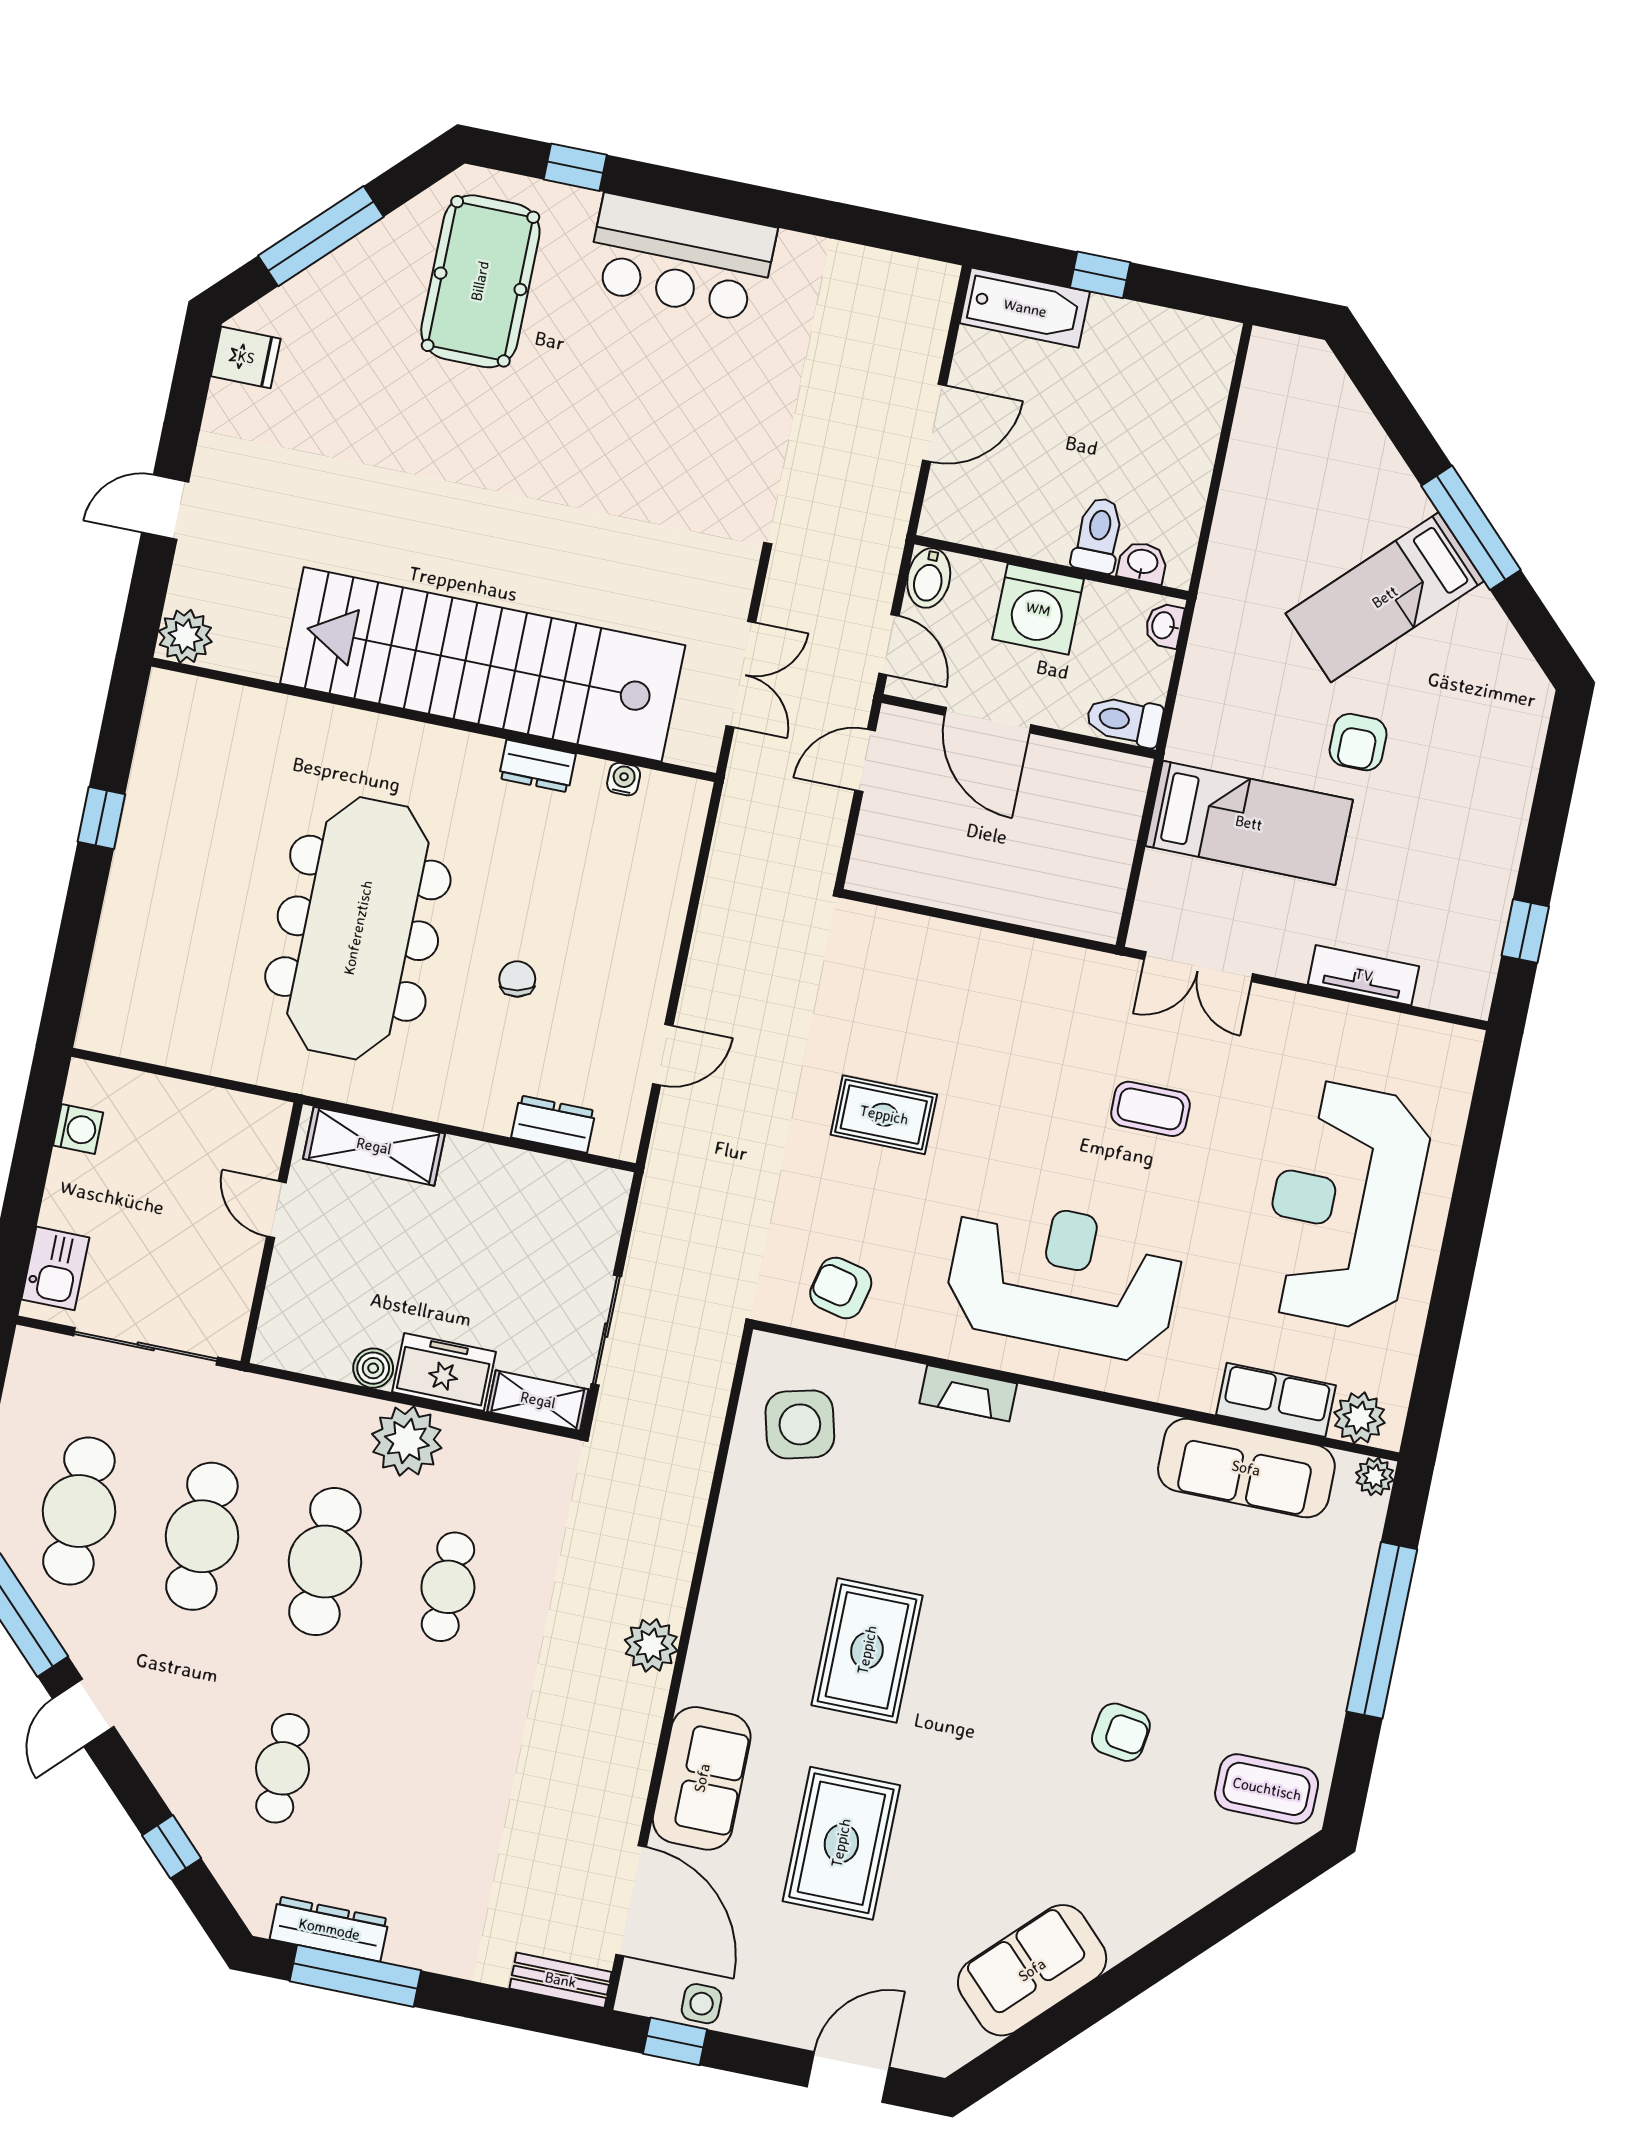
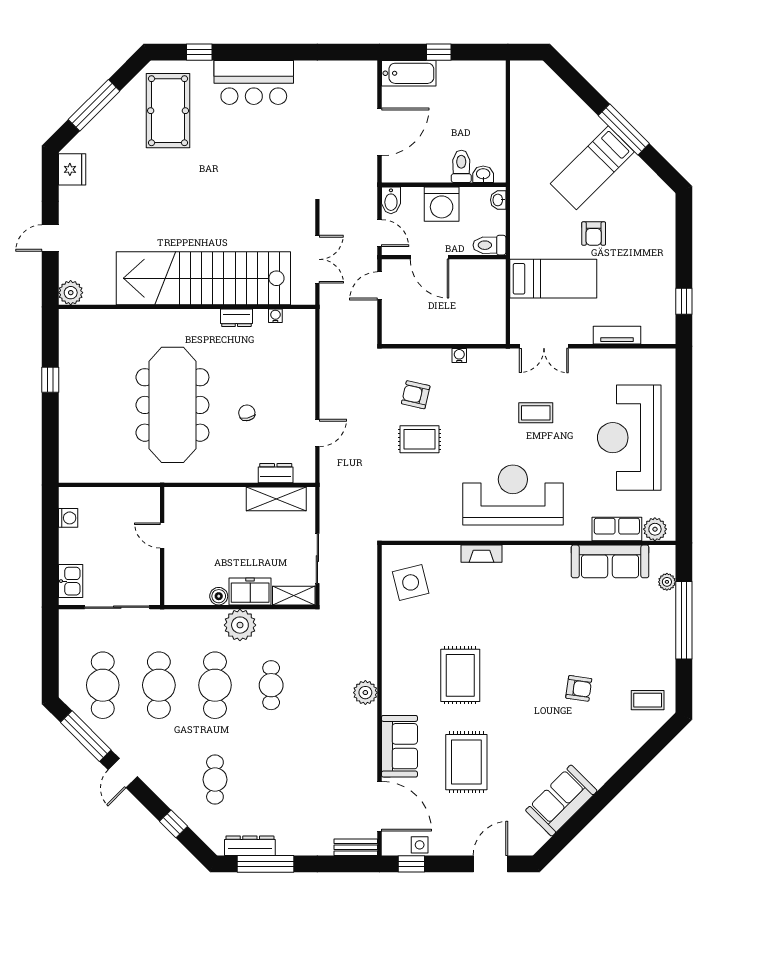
fridge: (246, 357) -> (72, 169), width x1.38
door: (934, 423) -> (379, 132), width x1.36
water cooler: (1009, 949) -> (459, 355), added
shelving: (374, 1146) -> (276, 499), moved
armchair: (841, 1288) -> (416, 395), moved
plant: (1375, 1476) -> (667, 582), moved
coffee table: (1267, 1789) -> (648, 700), width x0.73, depth x0.77

